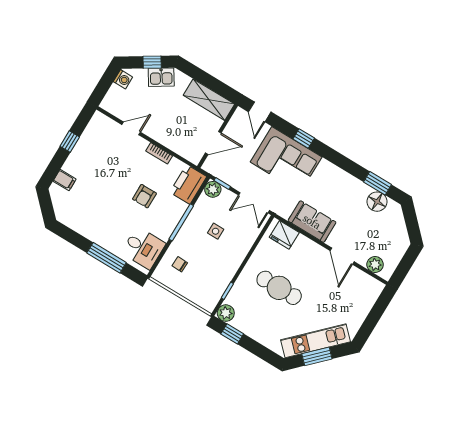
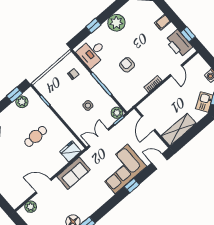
window: (70, 142) -> (188, 34), moved
filing cabinet: (65, 180) -> (163, 22), moved
printer: (188, 184) -> (179, 44), moved, turned 180
plant: (93, 228) -> (116, 23), added
window: (107, 258) -> (93, 26), width x0.46
cafe table: (279, 288) -> (36, 136), width x0.73, depth x0.74
plant: (226, 313) -> (22, 102), moved

